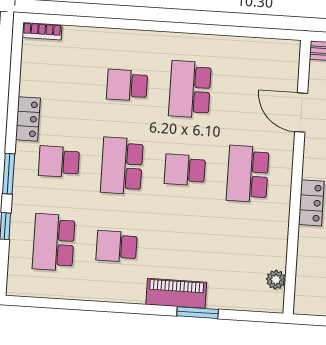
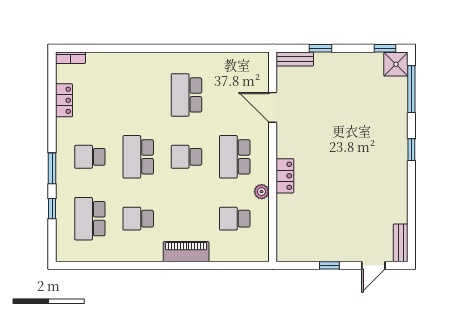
school desk: (127, 85) -> (235, 219), moved
locker: (28, 119) -> (64, 100), moved
plant: (276, 280) -> (262, 192), moved
window: (198, 313) -> (203, 265), removed

